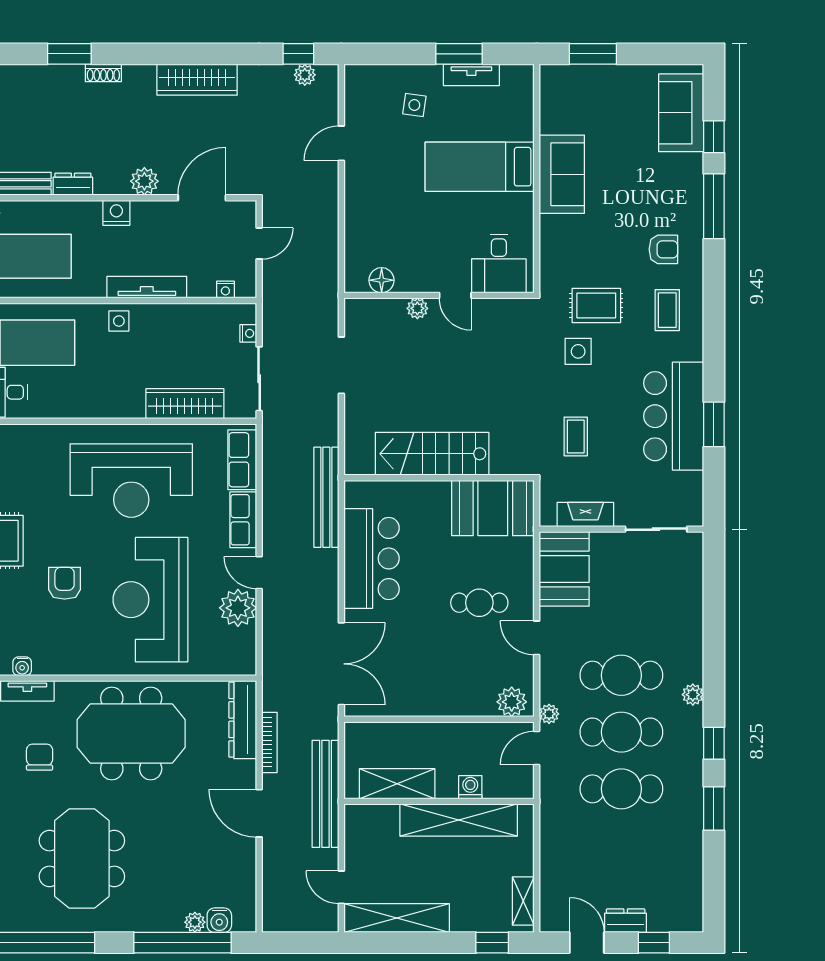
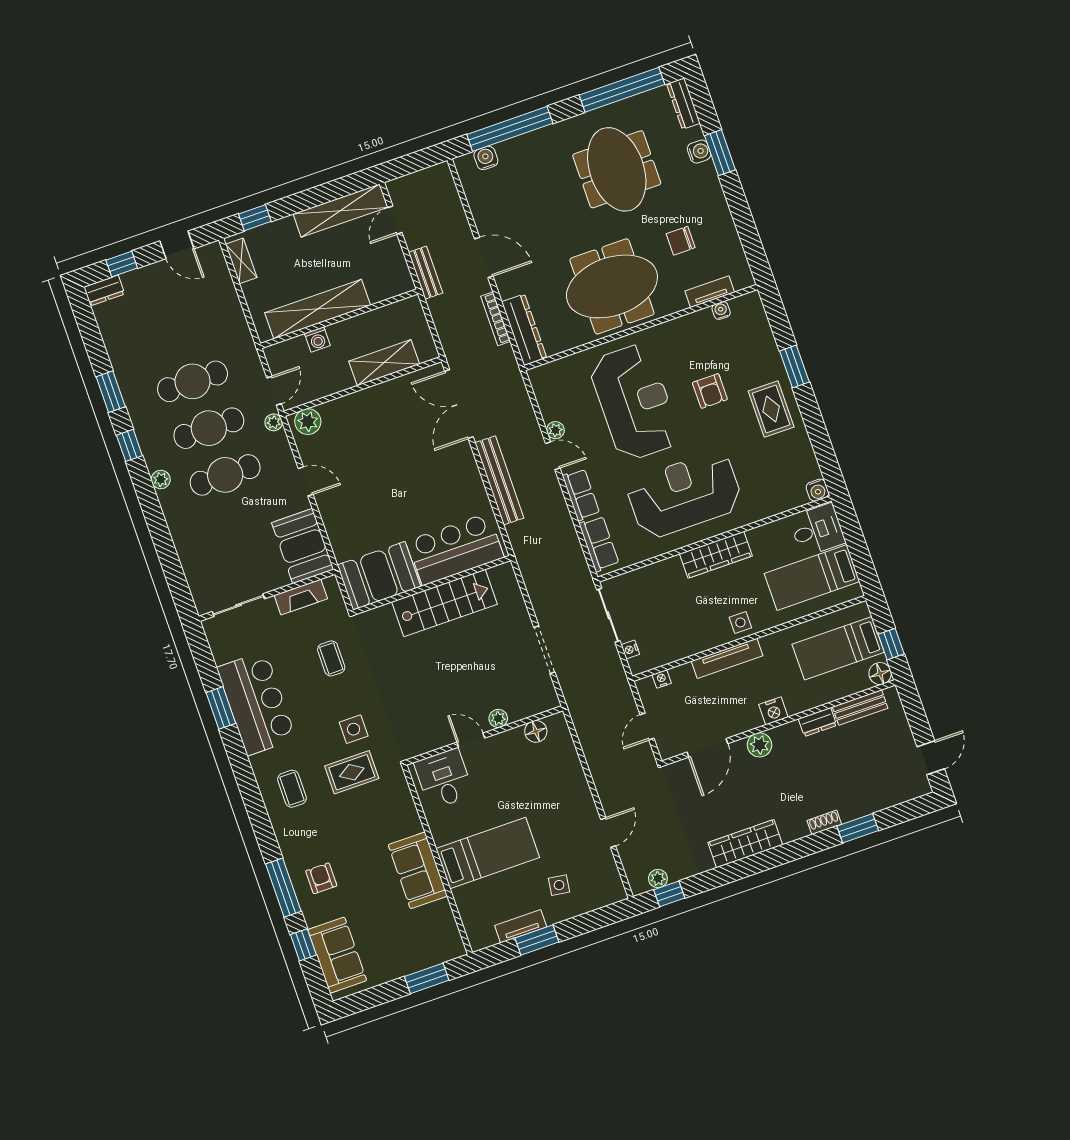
armchair: (663, 249) -> (321, 878), moved, turned 90
wardrobe: (185, 404) -> (716, 555), moved
bench: (326, 497) -> (499, 480), moved
bar counter: (372, 558) -> (456, 549), moved, turned 90
cafe table: (479, 603) -> (363, 494), removed
plant: (238, 608) -> (555, 430), width x0.53, depth x0.53
chair: (40, 757) -> (681, 241), turned 90
shelving: (397, 784) -> (384, 363), moved
bench: (325, 794) -> (426, 273), width x0.54, depth x0.82
door: (341, 887) -> (395, 220), swing flipped
dresser: (626, 921) -> (104, 290), moved
plant: (195, 922) -> (505, 149), removed

